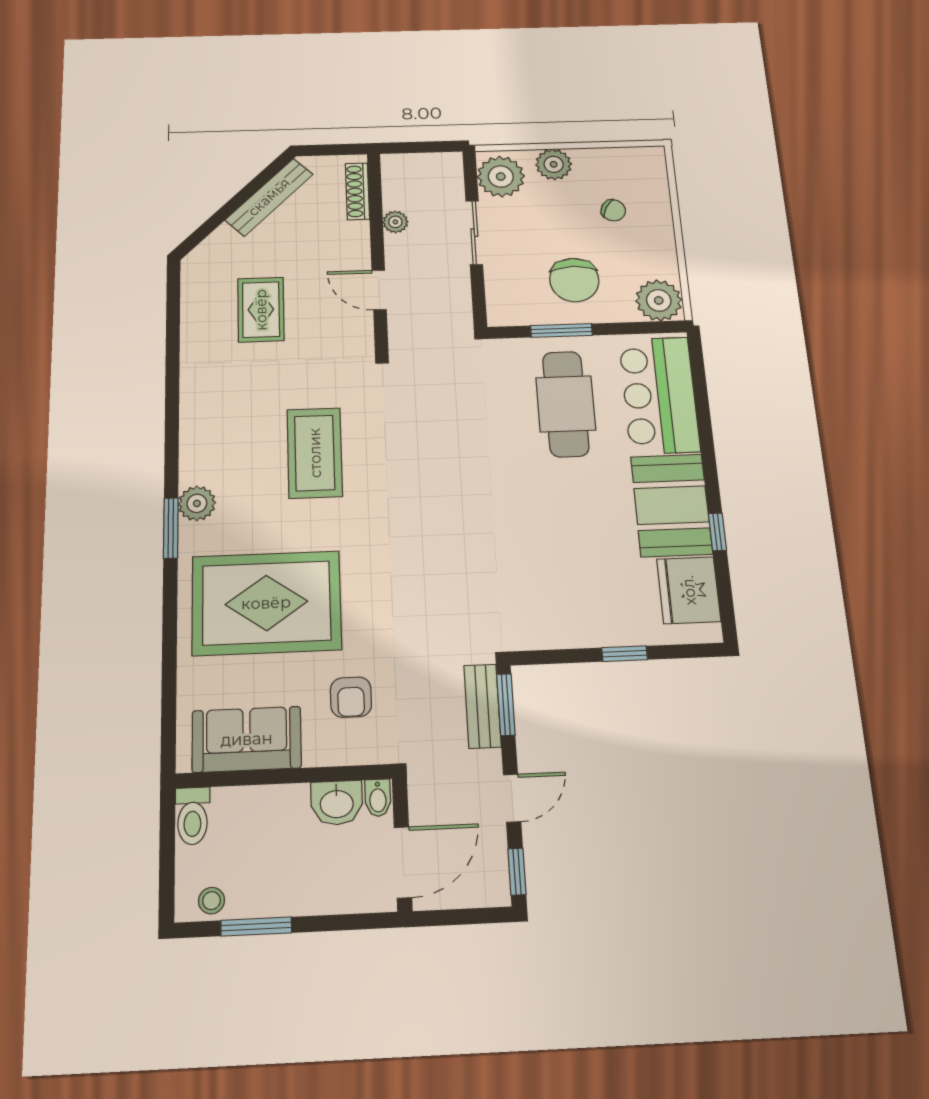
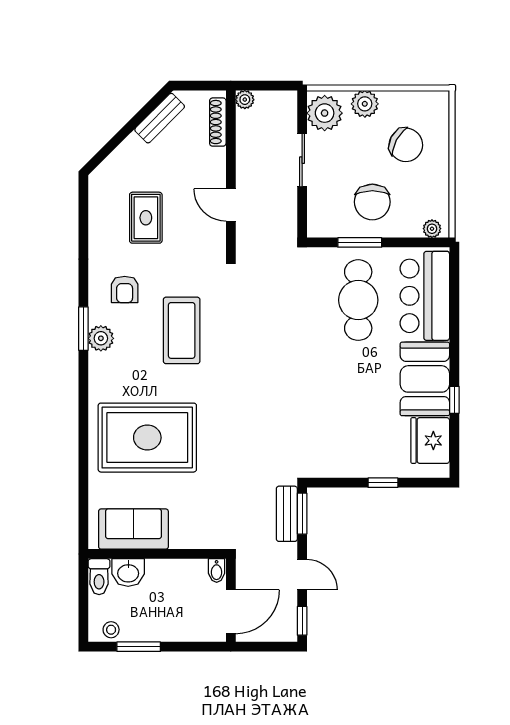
bench: (269, 197) -> (160, 118), width x0.73
chair: (613, 210) -> (406, 145), width x1.87, depth x1.87
plant: (395, 222) -> (245, 100), moved
plant: (659, 300) -> (432, 229), width x0.53, depth x0.53
plant: (197, 503) -> (101, 338), moved
window: (171, 528) -> (83, 329), moved
armchair: (351, 697) -> (125, 289), moved
door: (512, 798) -> (302, 575), hinge flipped
washbasin: (337, 803) -> (128, 573), moved

